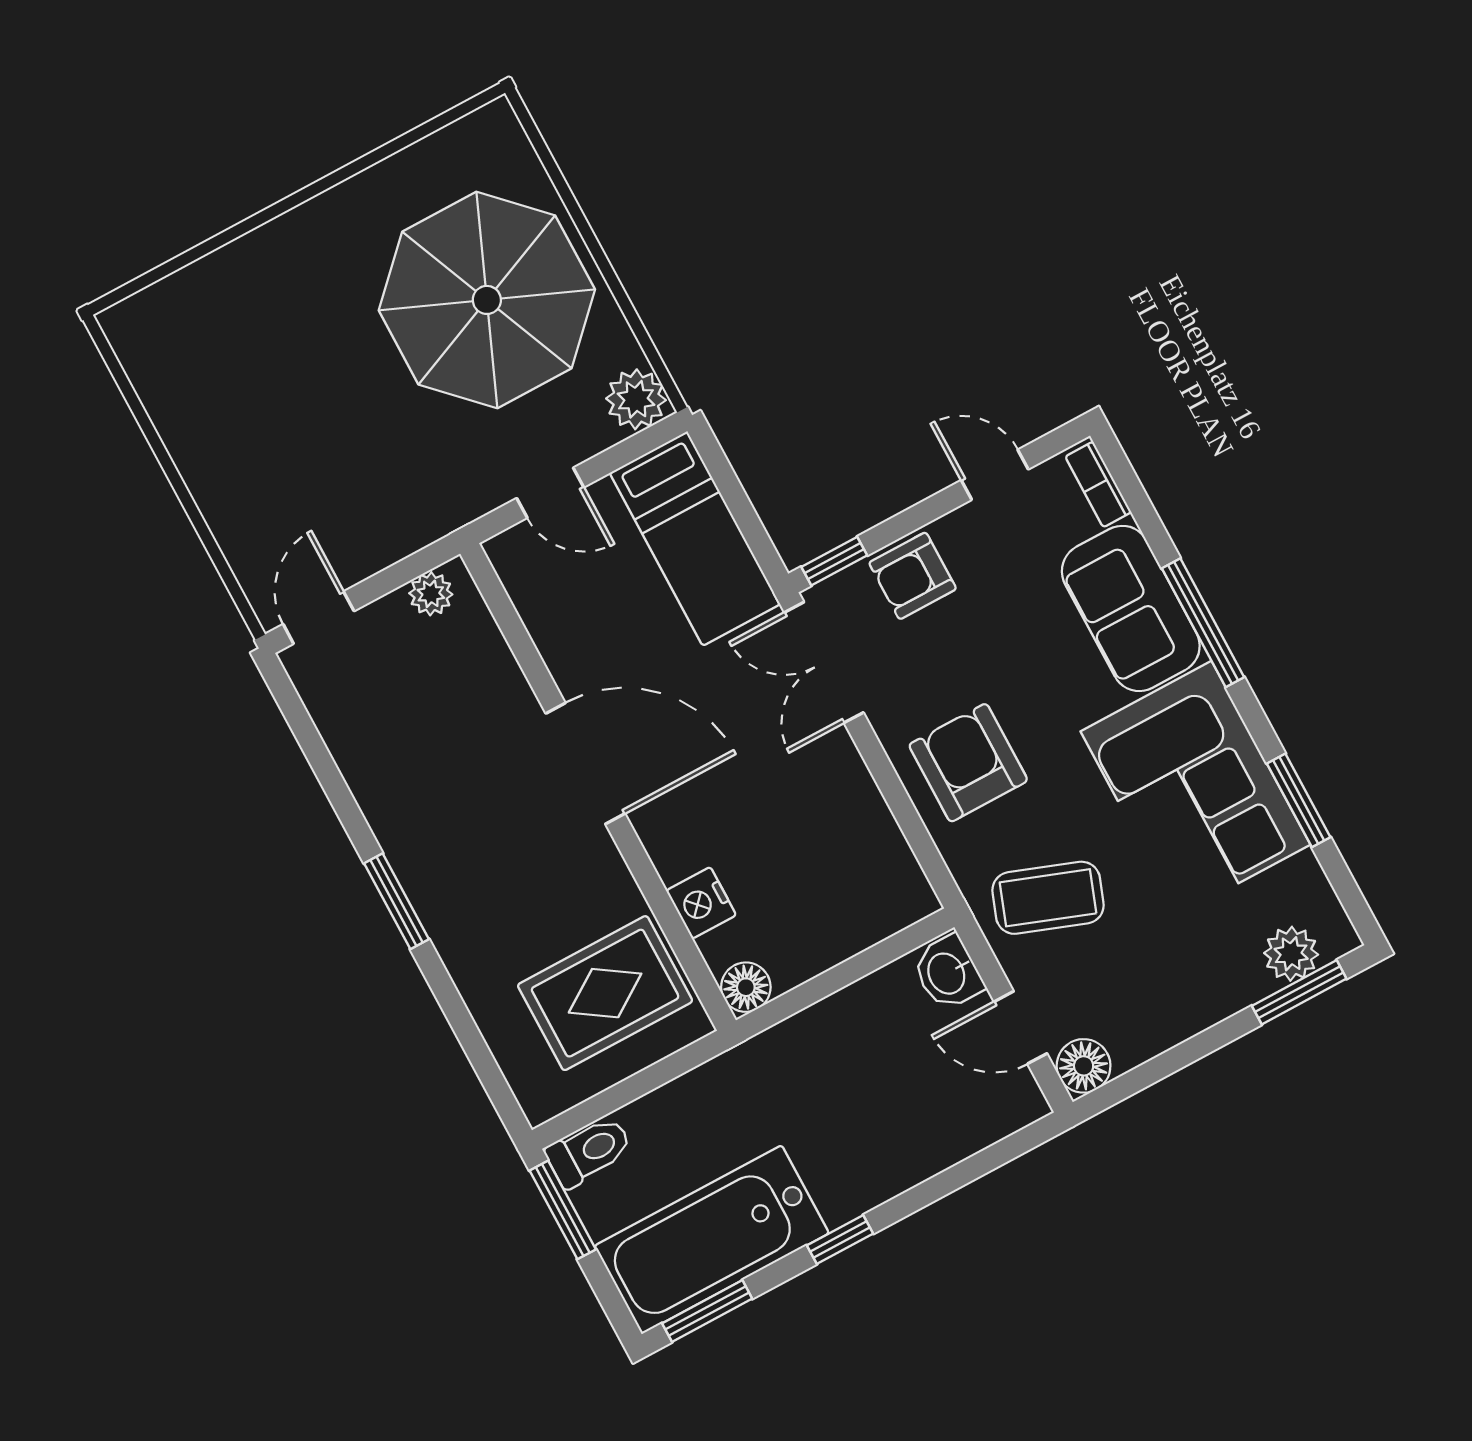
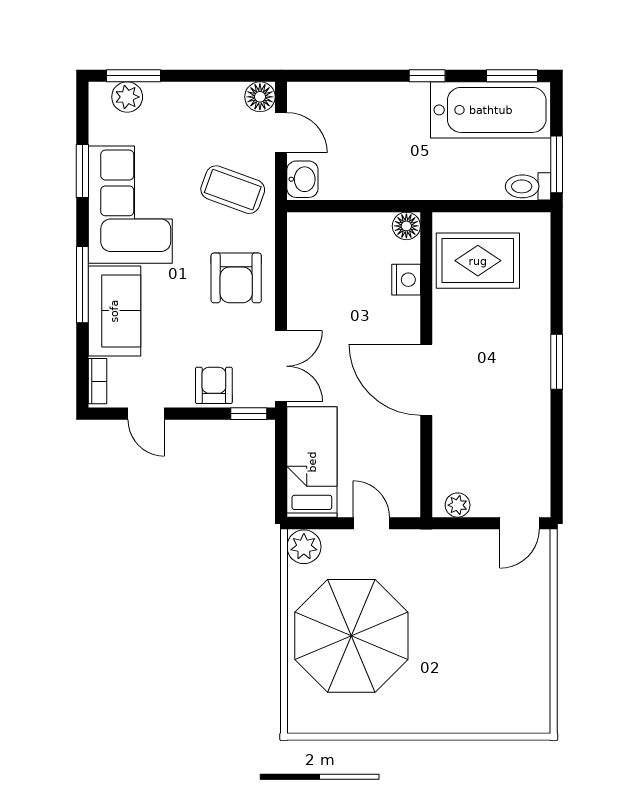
armchair: (913, 576) -> (214, 385), turned -90

